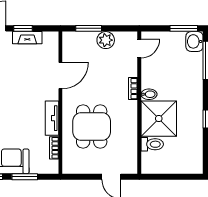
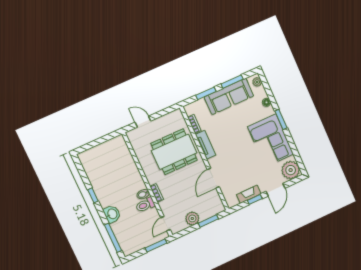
window: (184, 28) -> (156, 245), moved
washbasin: (194, 41) -> (112, 214), moved
shower: (159, 119) -> (128, 180), removed
dining table: (92, 127) -> (174, 152), width x1.38
toilet: (152, 144) -> (145, 205), moved

